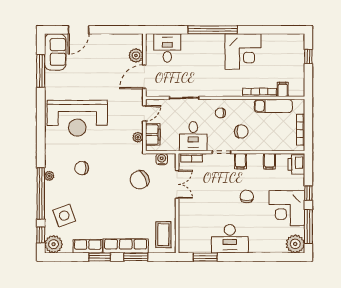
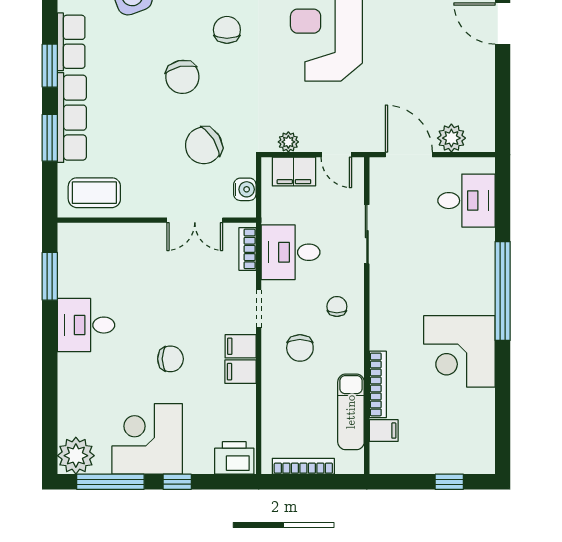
filing cabinet: (269, 161) -> (240, 372), moved
chair: (140, 180) -> (204, 145), turned -95
chair: (105, 190) -> (182, 77), added
desk: (230, 239) -> (86, 325), width x0.73

